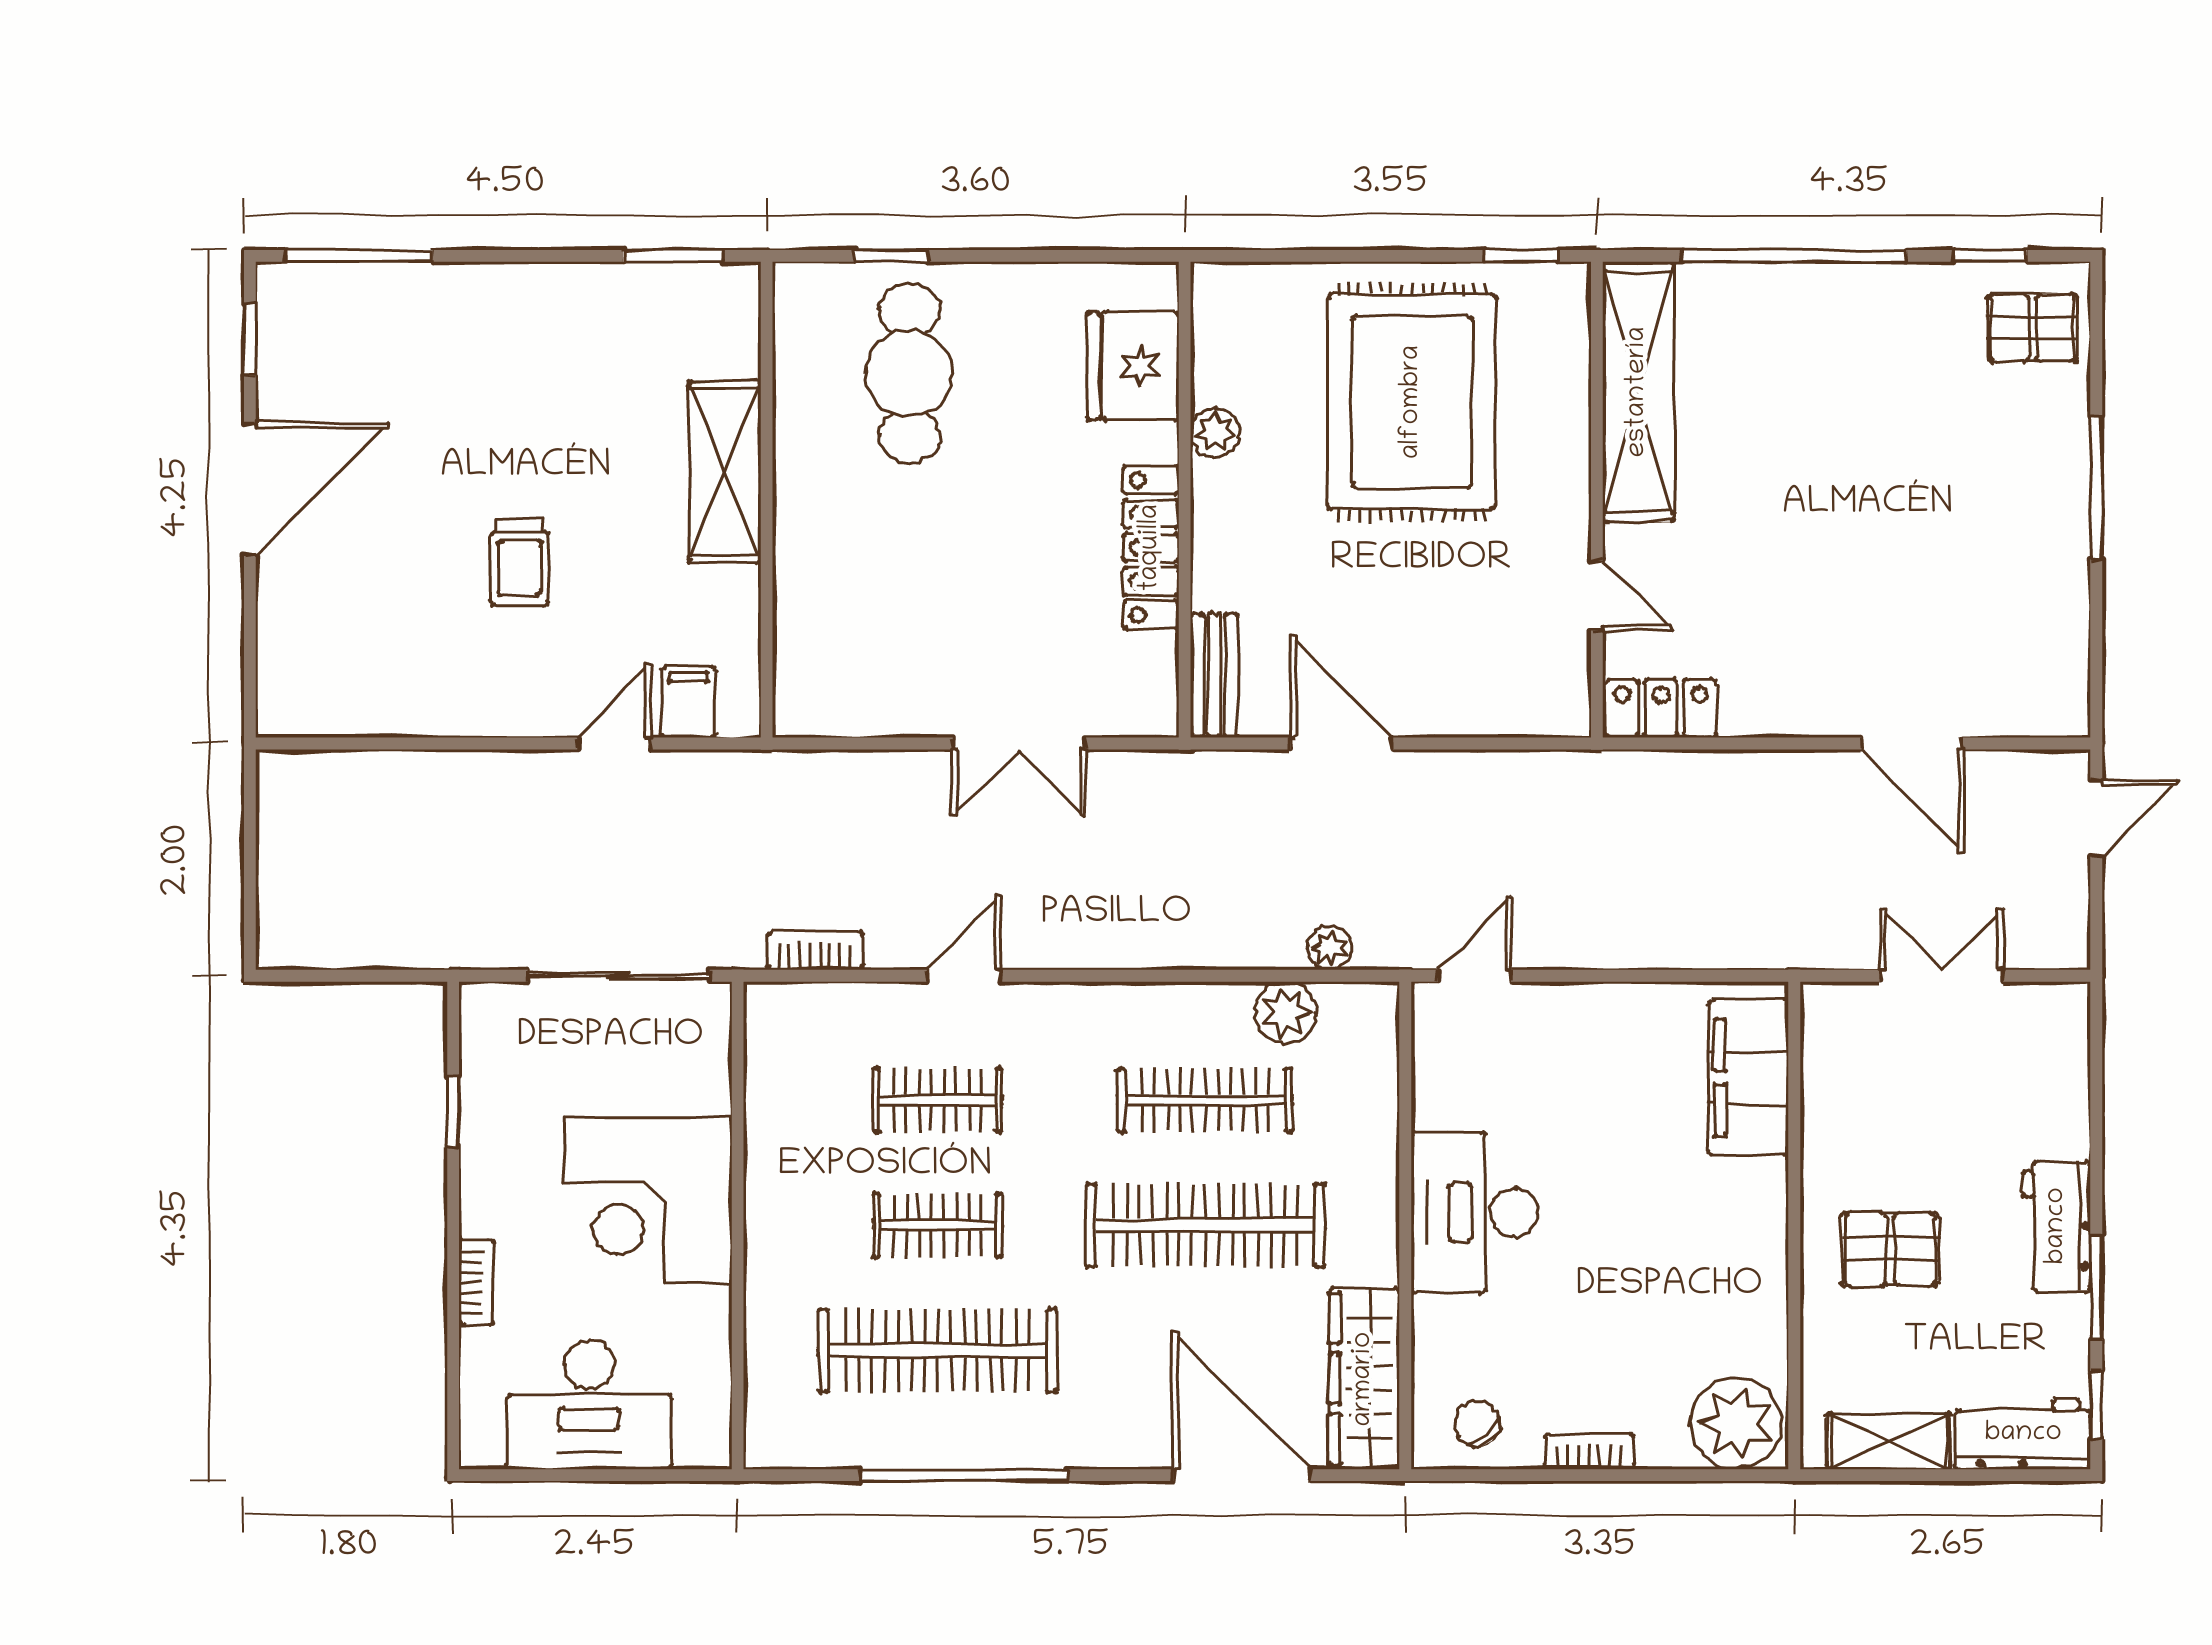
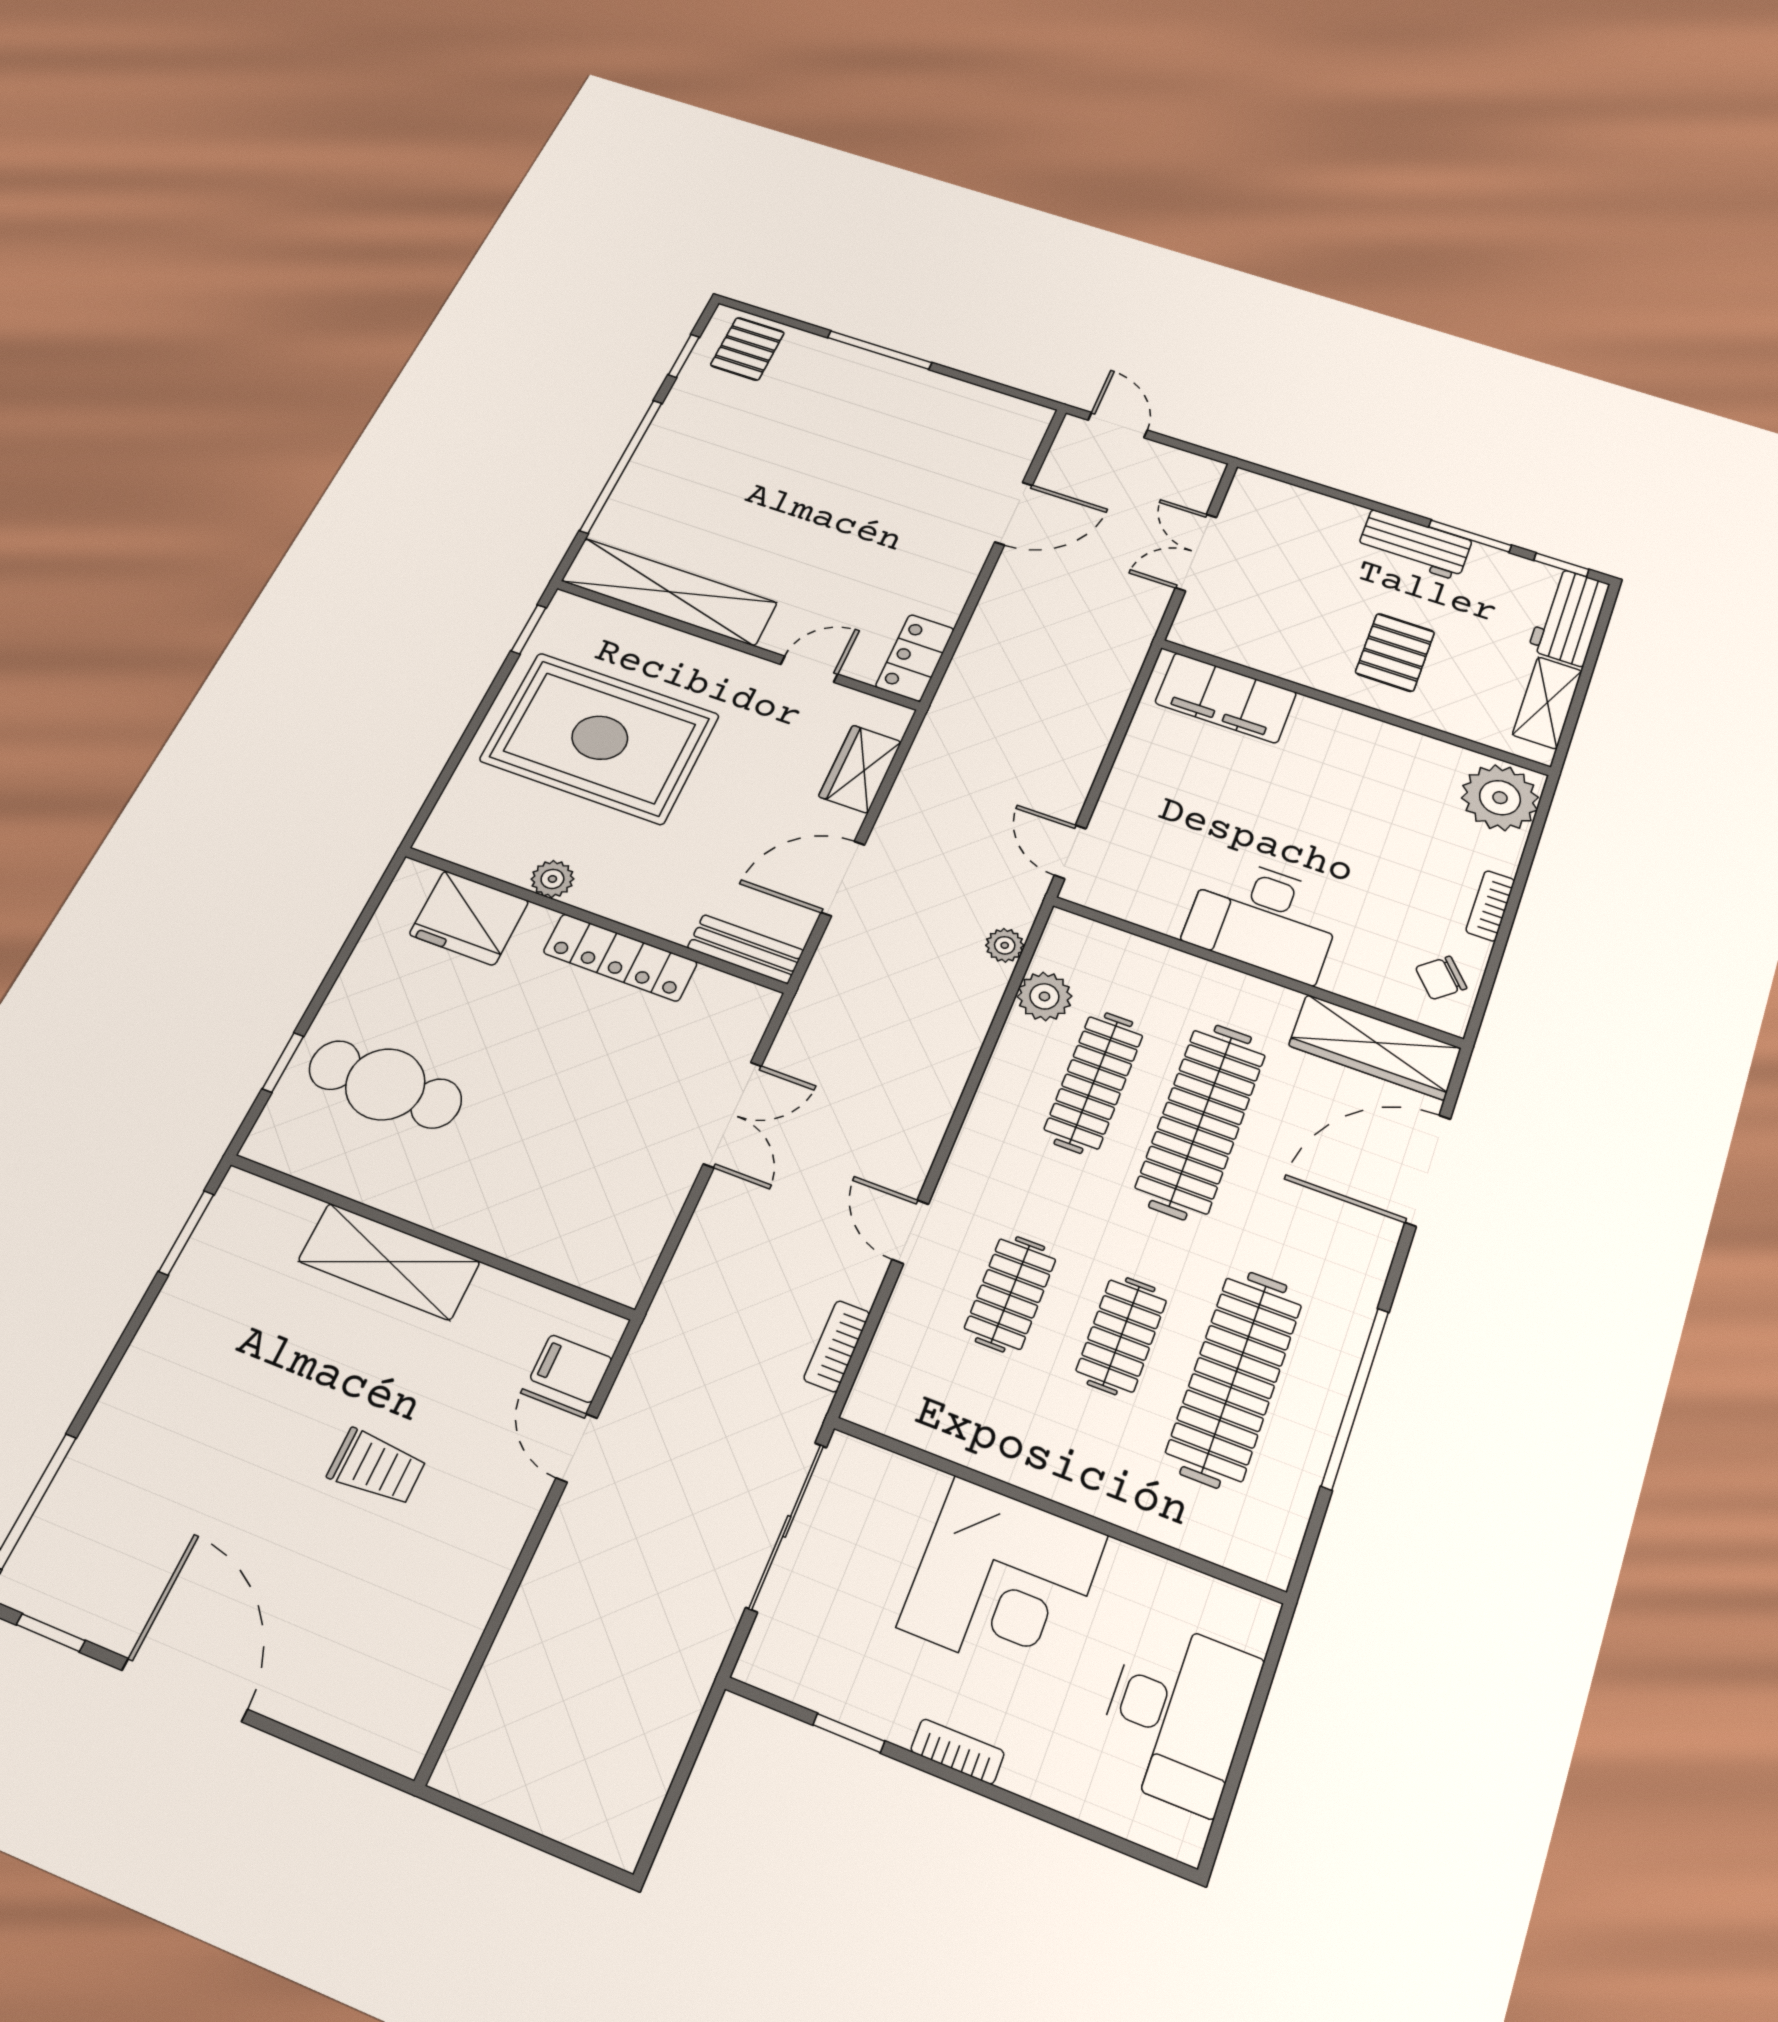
wardrobe: (1488, 706) -> (860, 769), added
bookcase: (476, 1282) -> (957, 1751), moved

